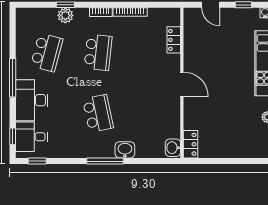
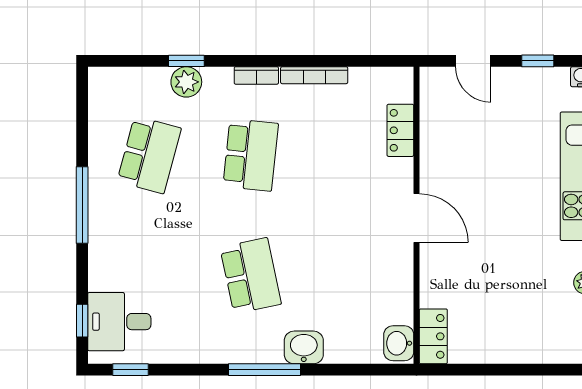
desk: (32, 100) -> (120, 249), removed

